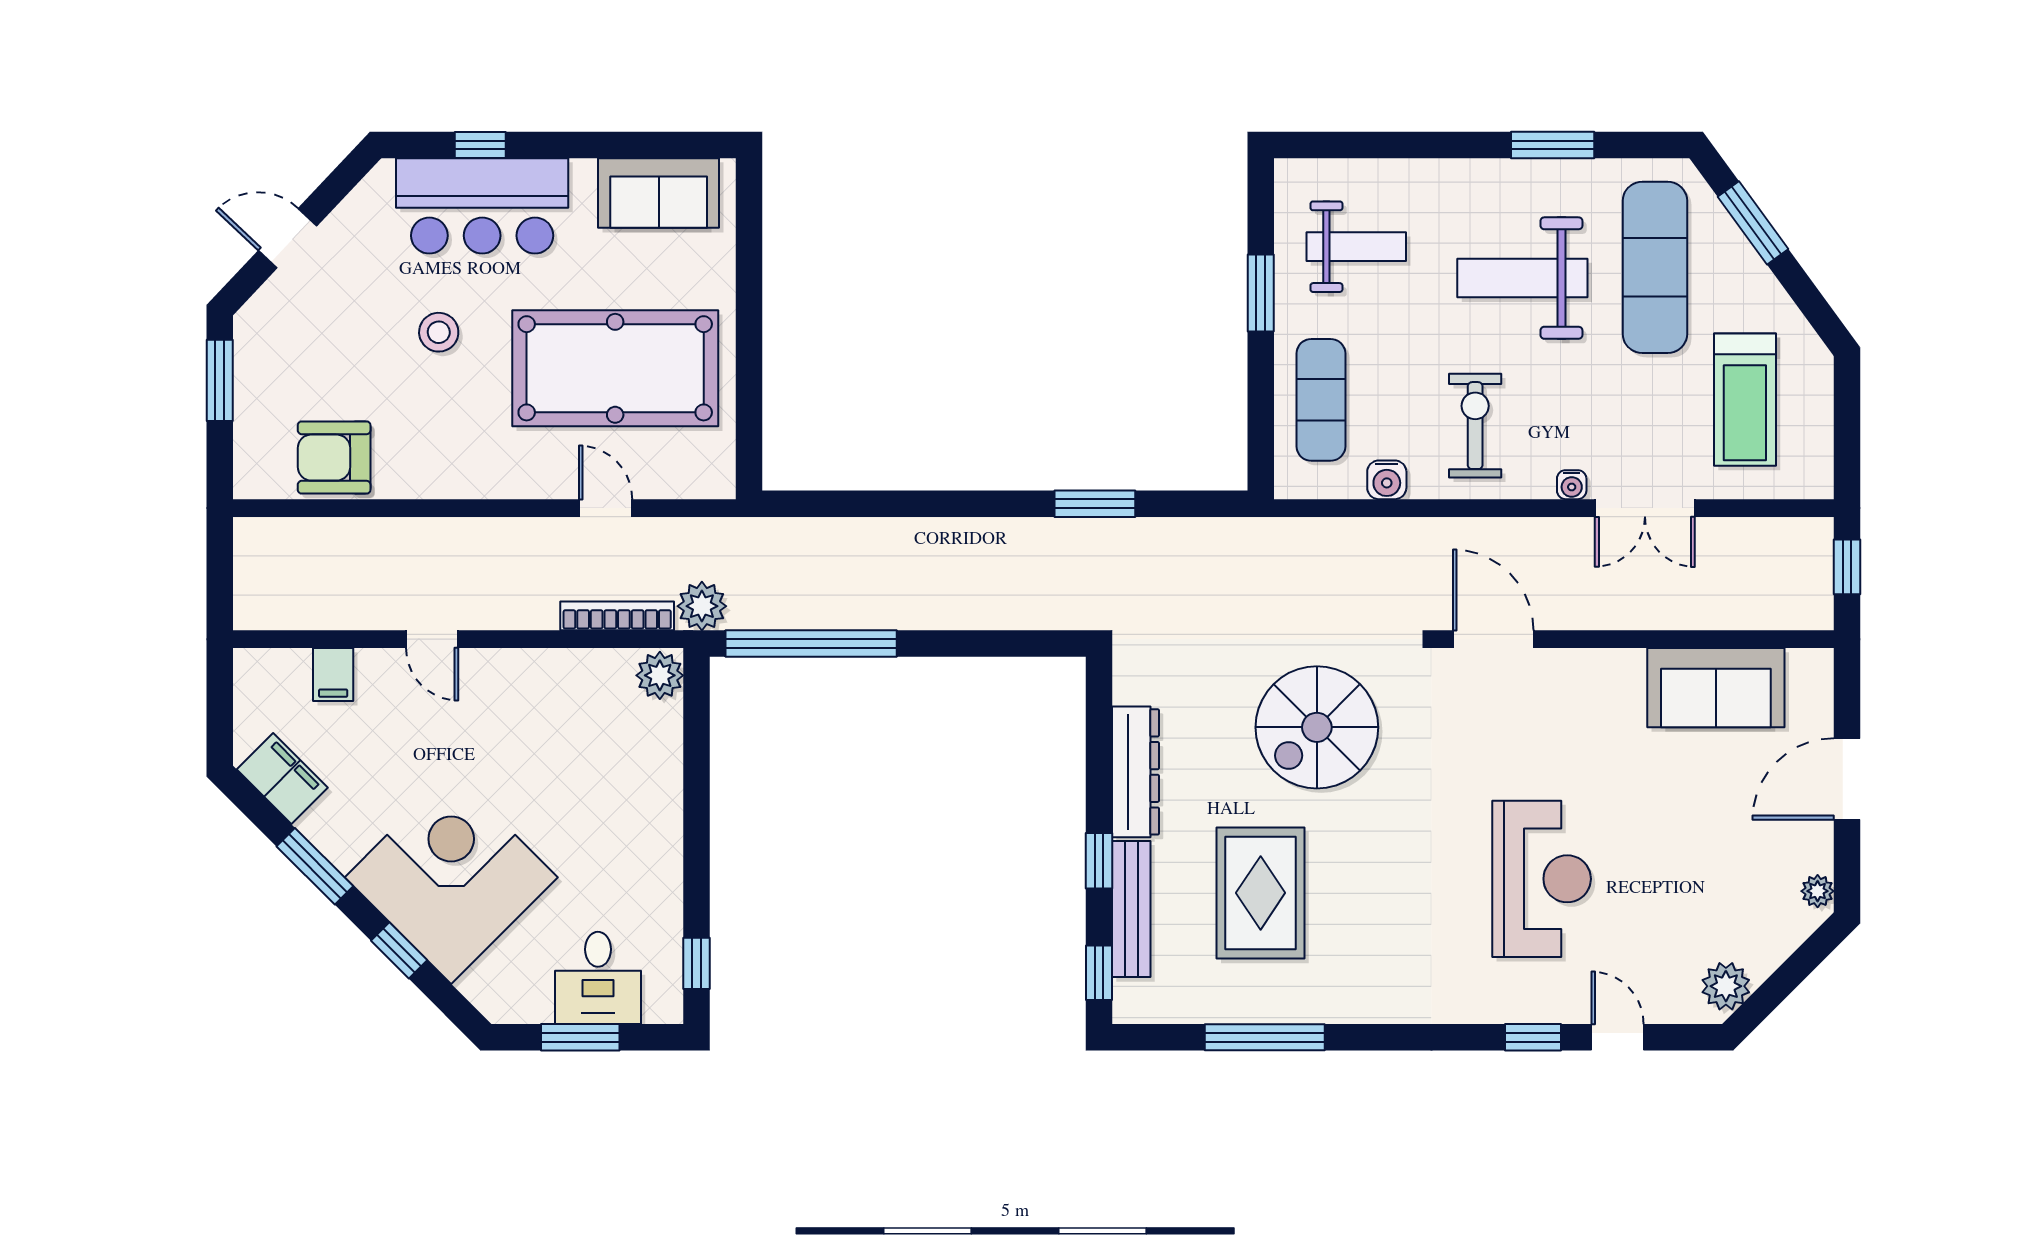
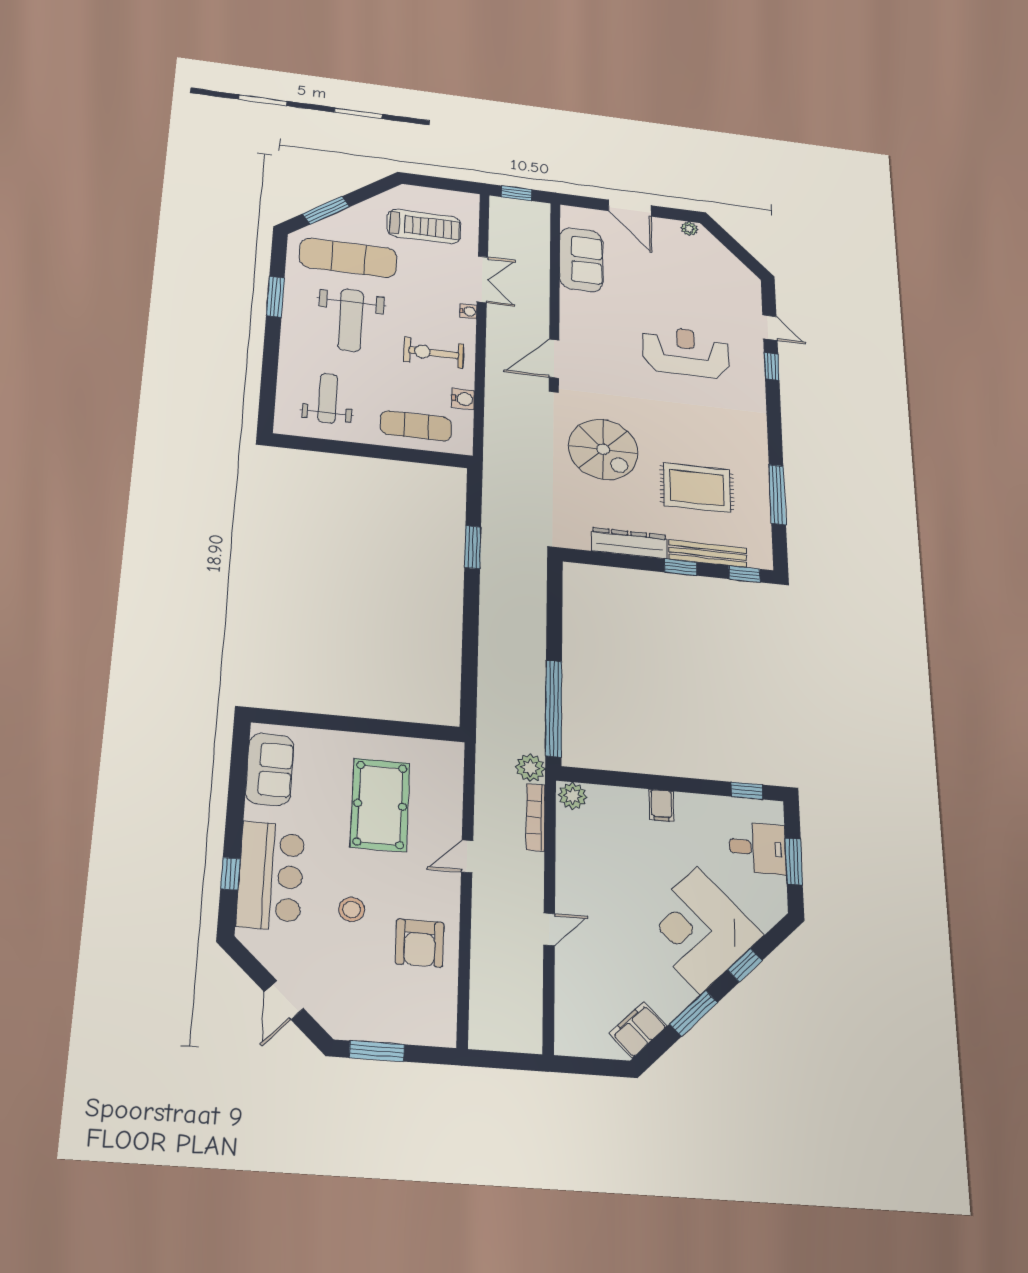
window: (1261, 293) -> (352, 449), removed
pool table: (615, 368) -> (380, 805), width x0.73, depth x0.76
armchair: (334, 458) -> (420, 943), moved
door: (606, 508) -> (467, 856), moved
filing cabinet: (333, 675) -> (662, 805), moved, turned 90
plant: (1726, 986) -> (741, 276), removed
door: (1618, 1037) -> (770, 328), swing flipped

